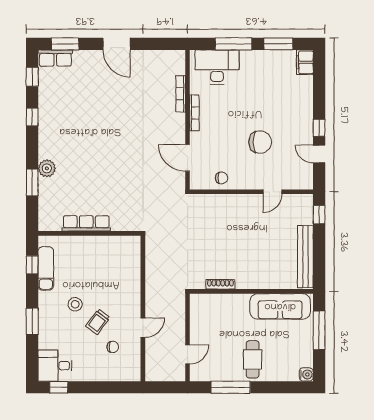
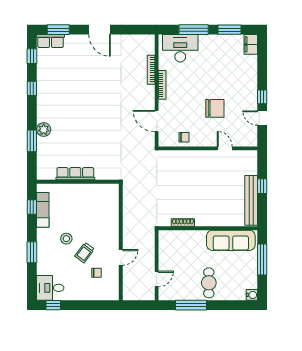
door: (272, 192) -> (225, 148), swing flipped
window: (319, 215) -> (262, 186), moved

